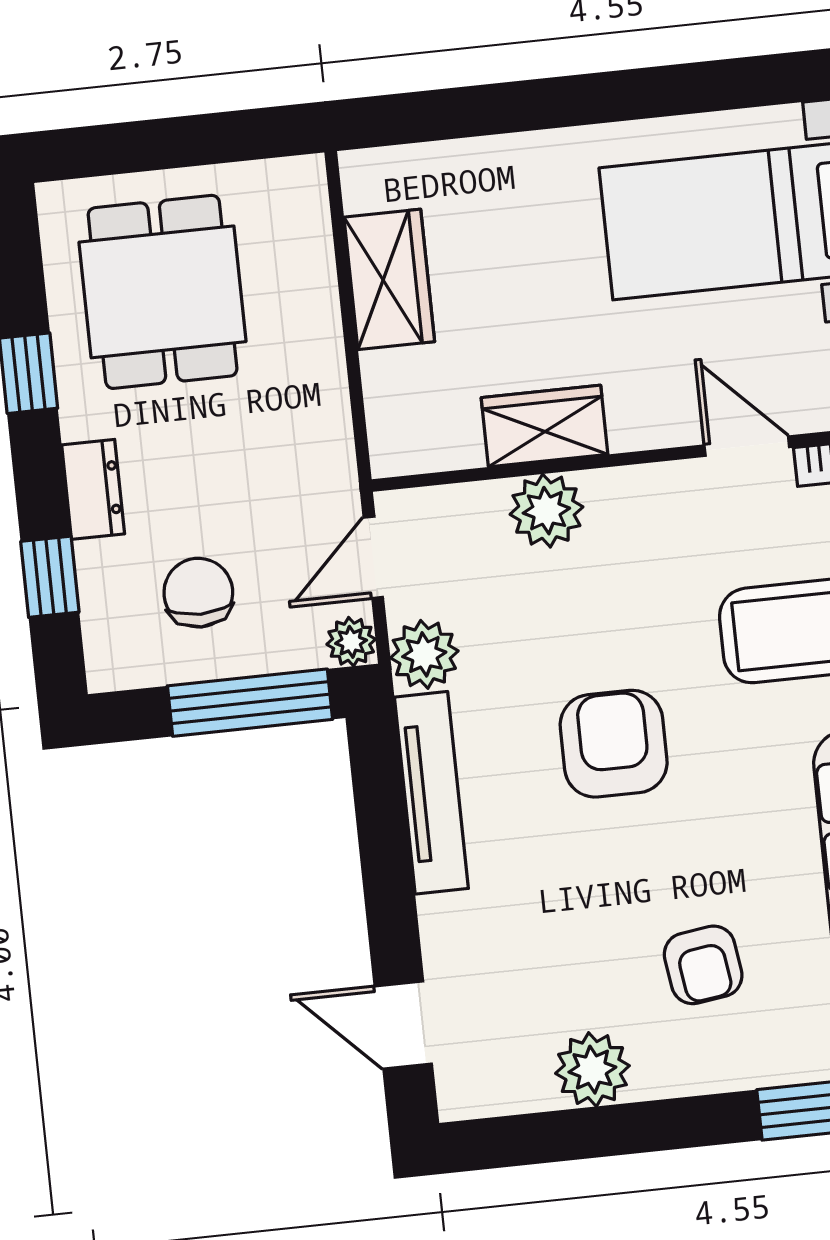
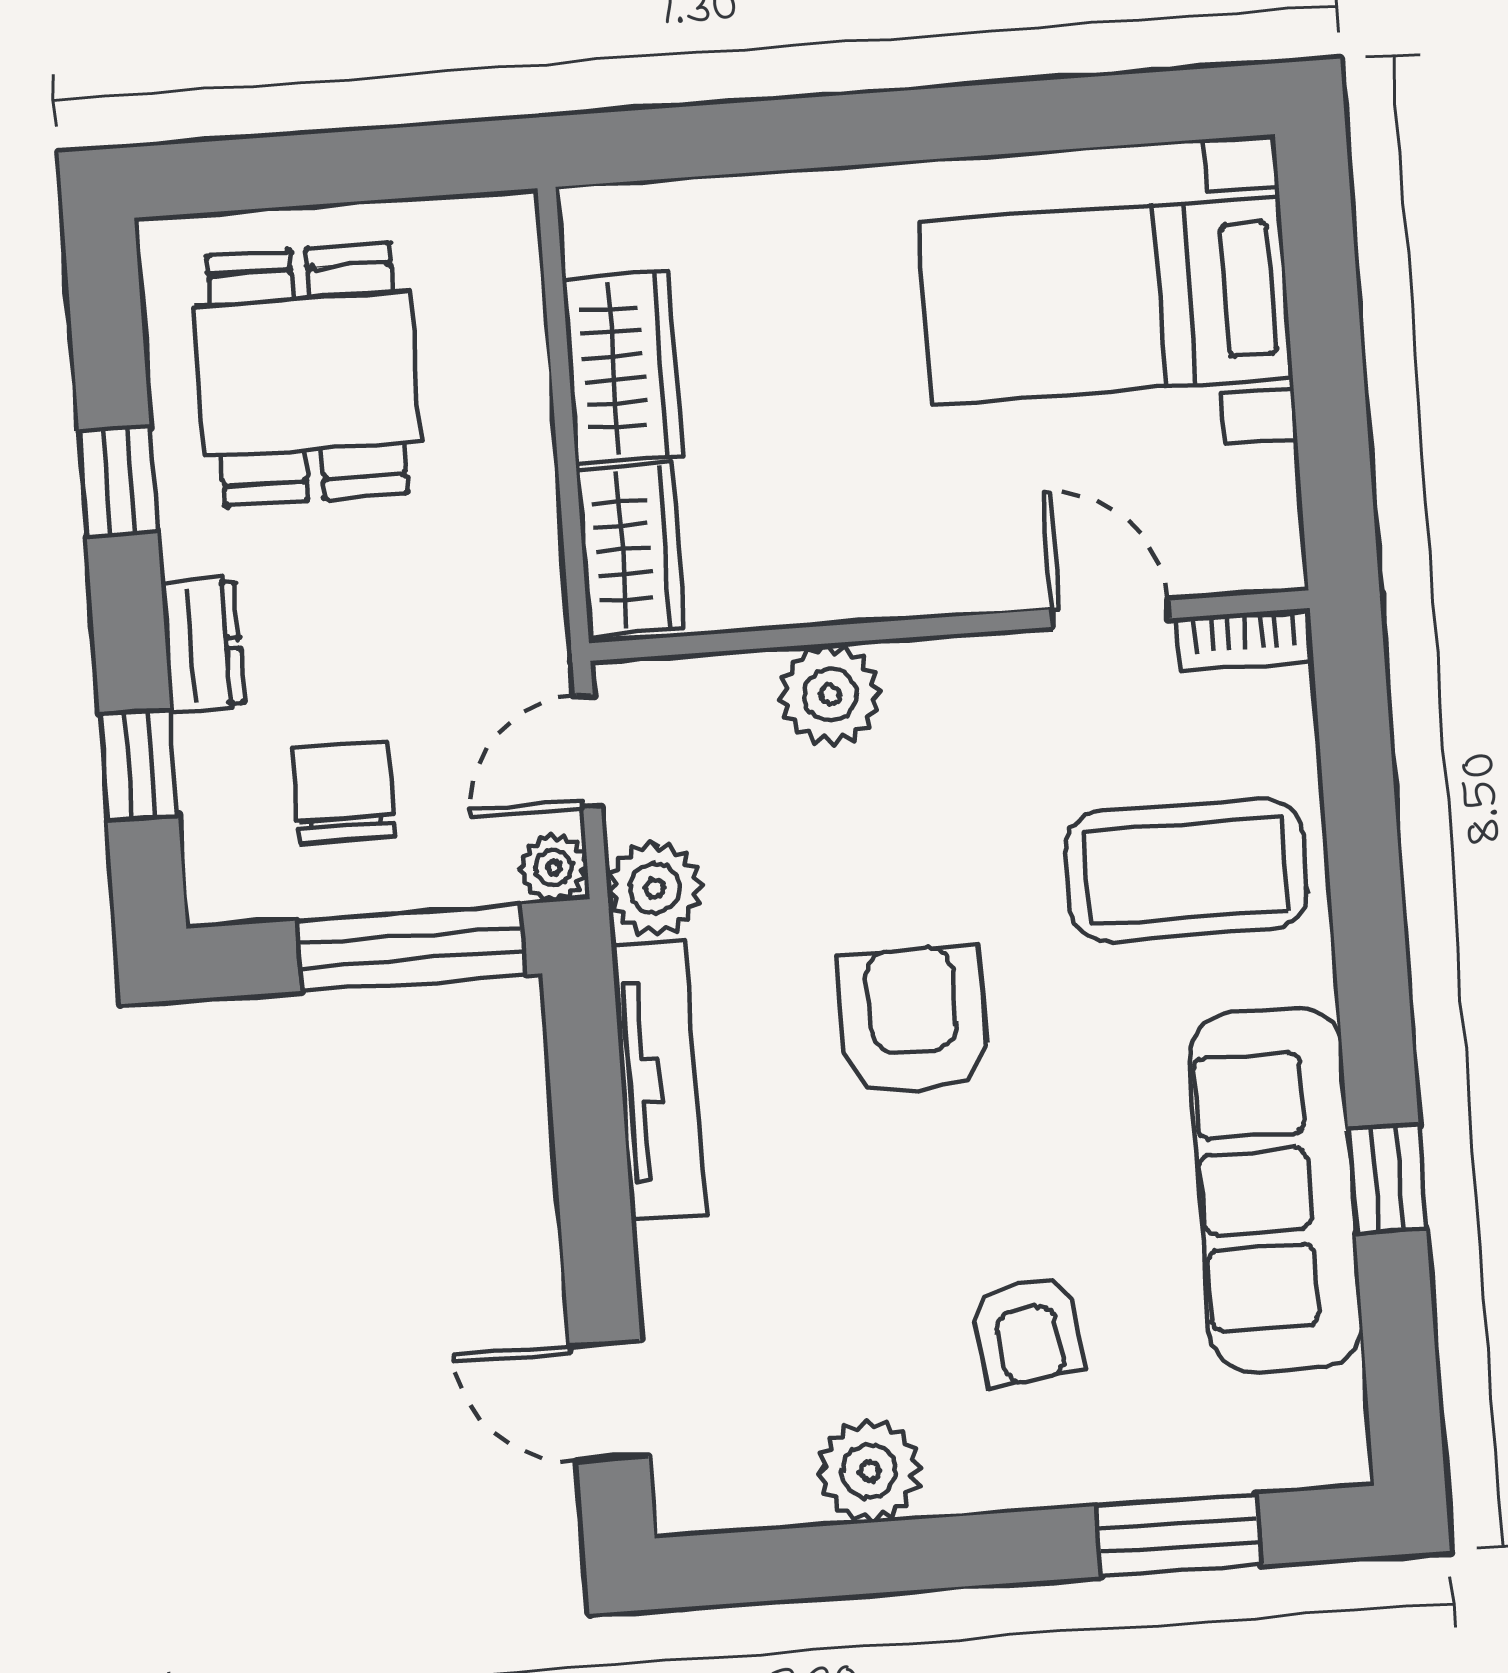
wardrobe: (545, 426) -> (630, 550), moved, turned 90

